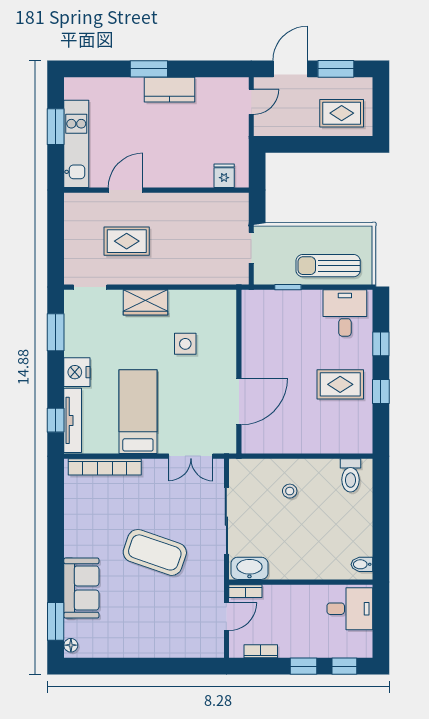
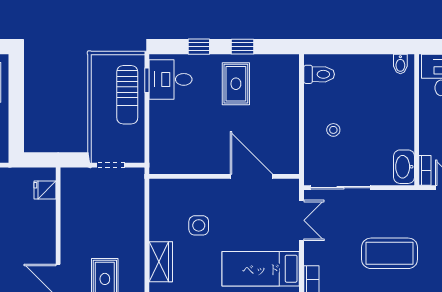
window: (288, 287) -> (147, 80), moved
sliding door: (226, 521) -> (340, 188), moved
coffee table: (155, 552) -> (390, 253), turned 71

